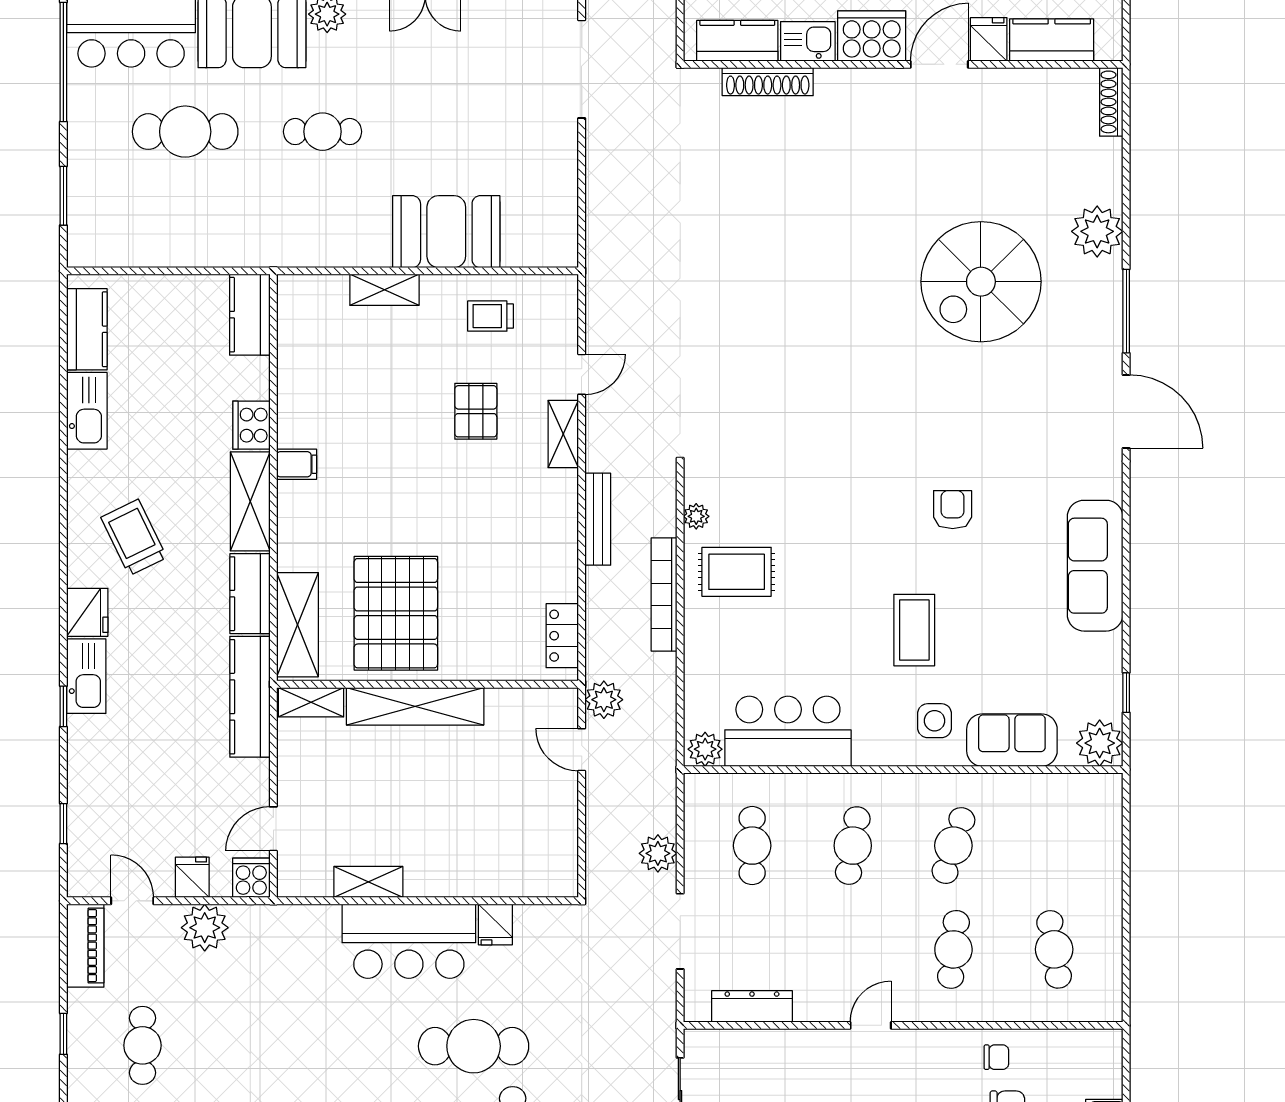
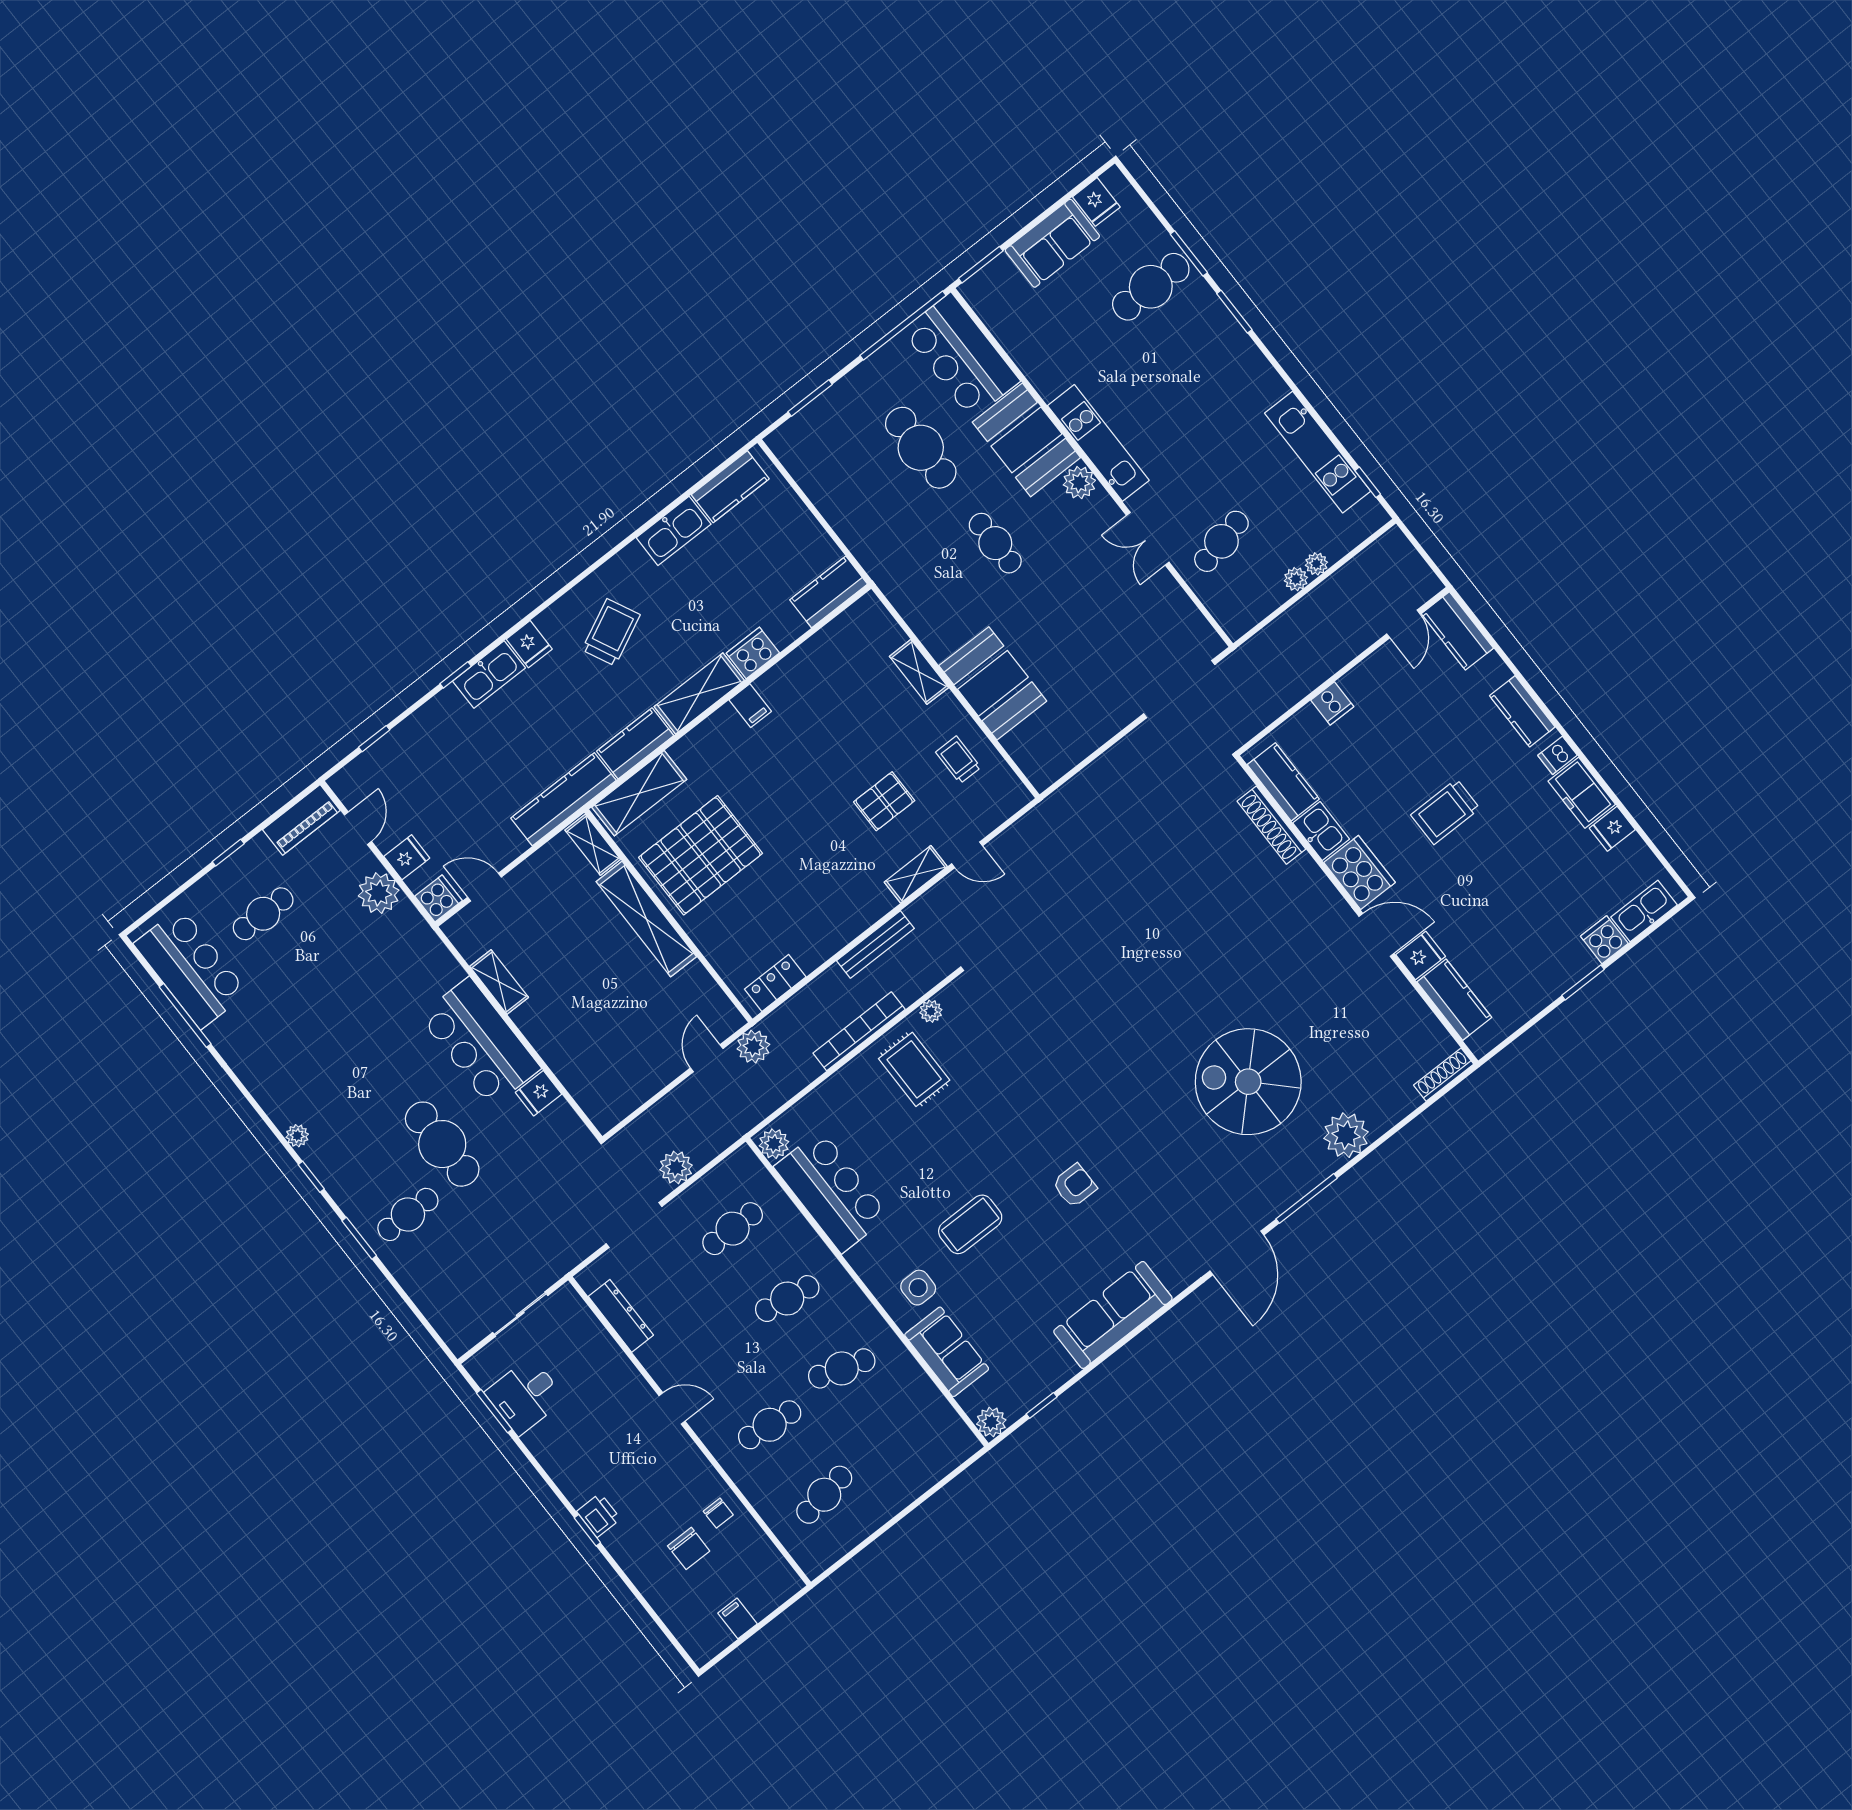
fridge: (87, 612) -> (529, 644), width x0.72
plant: (1100, 743) -> (991, 1422), width x0.73, depth x0.73

